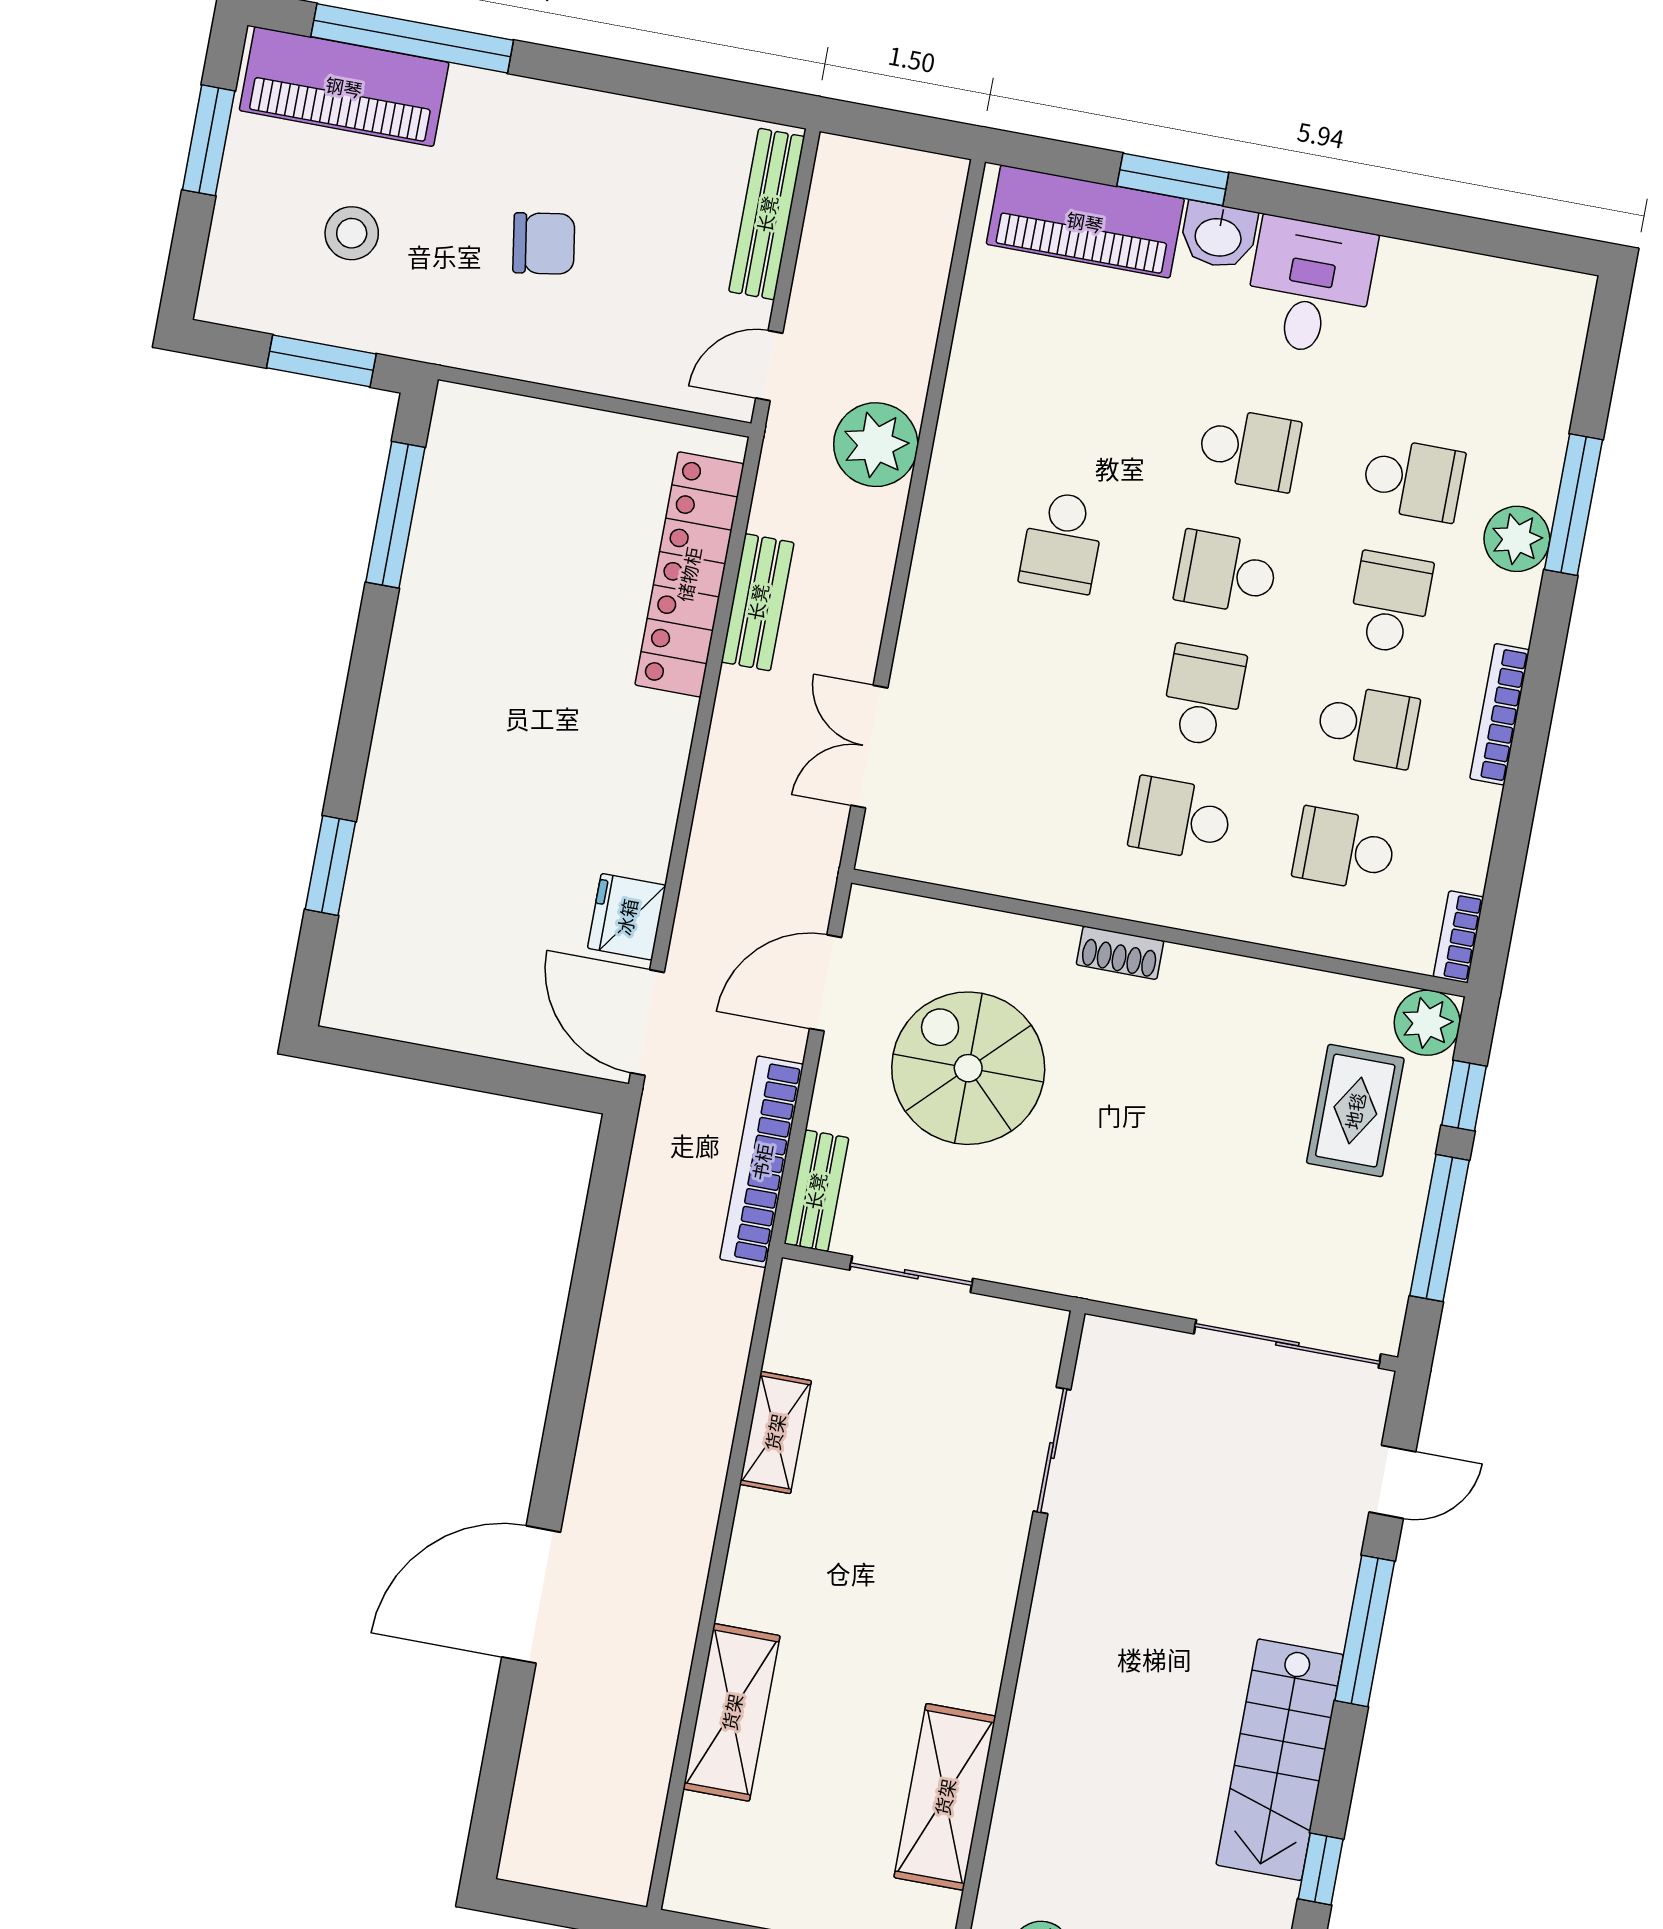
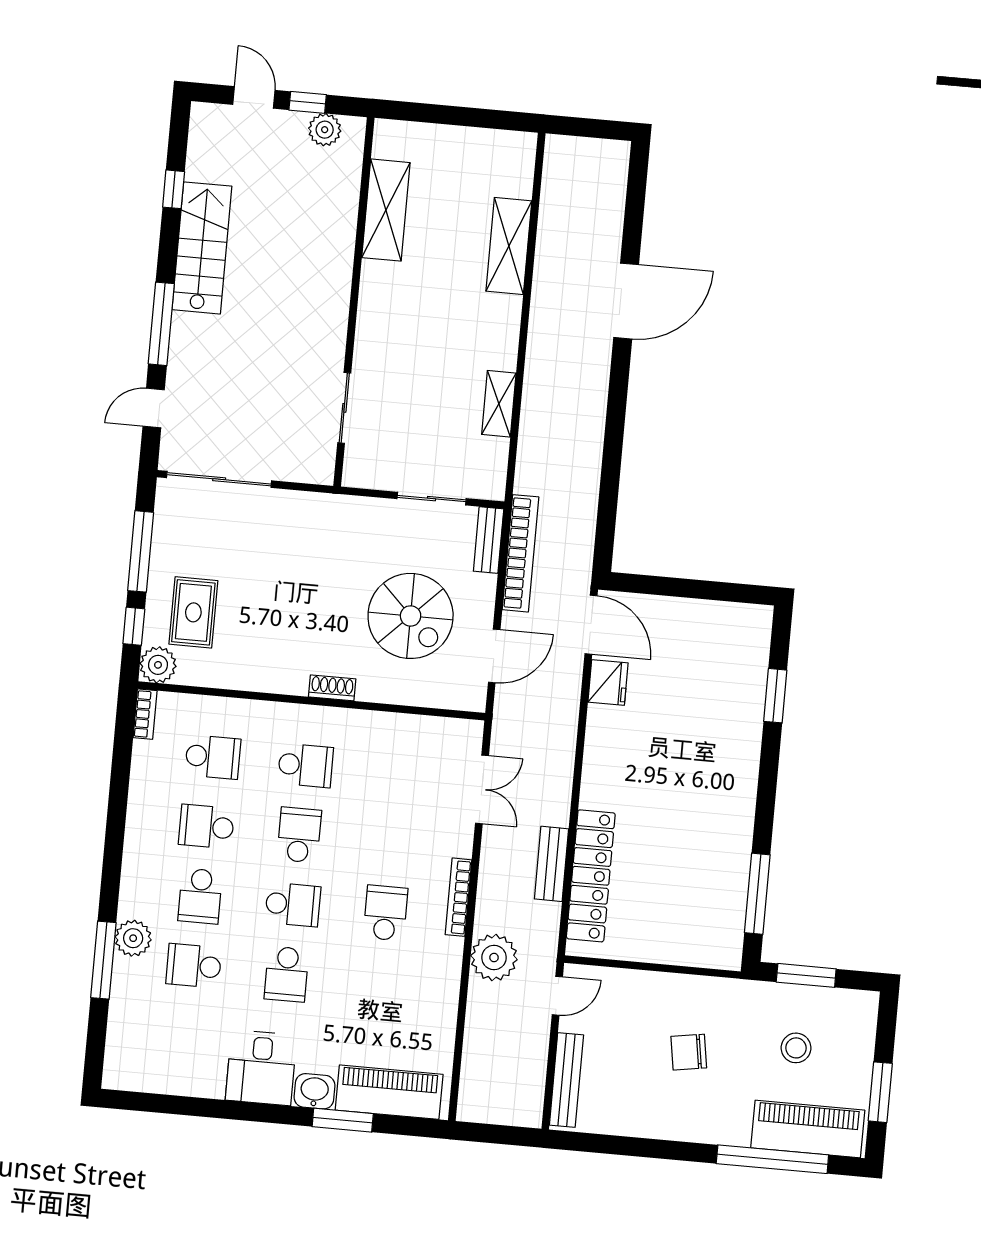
school desk: (1249, 449) -> (286, 974), turned -90
school desk: (1203, 696) -> (299, 835), turned 180
bookcase: (1500, 714) -> (459, 897), moved, turned 180

